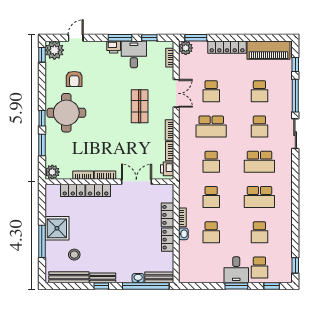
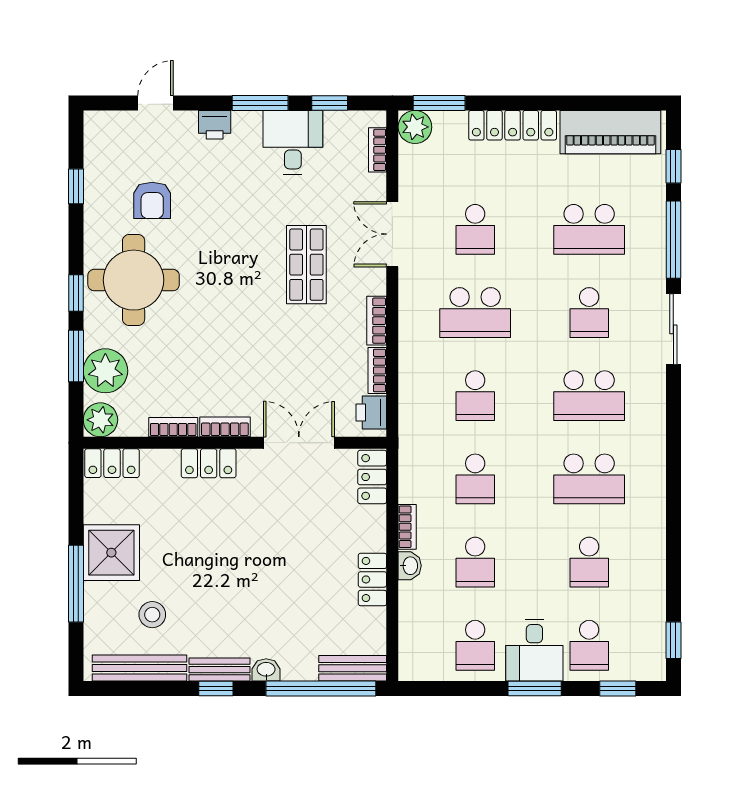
printer: (114, 47) -> (215, 125), moved
plant: (54, 50) -> (105, 371), moved
window: (42, 55) -> (76, 186), moved
school desk: (259, 91) -> (589, 229), width x1.85
double door: (176, 93) -> (392, 234), swing flipped
locker: (73, 190) -> (112, 463), moved
locker: (167, 215) -> (372, 477), moved
school desk: (211, 268) -> (475, 645), added
washbasin: (138, 278) -> (266, 670), moved

